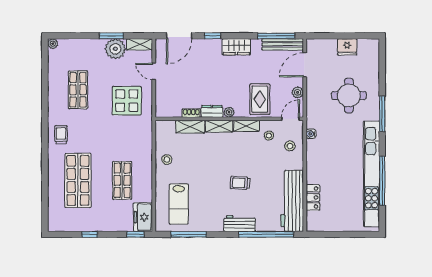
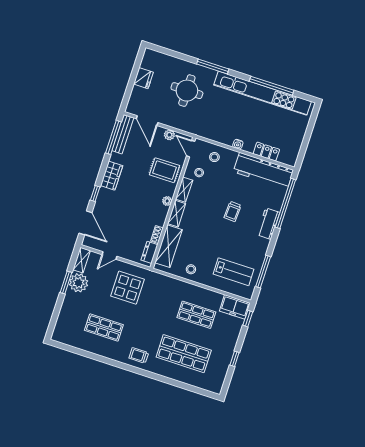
plant: (53, 44) -> (56, 336), removed
dresser: (212, 111) -> (149, 252), moved
shelving: (190, 127) -> (168, 246), width x1.50, depth x1.33
water cooler: (311, 134) -> (238, 144), moved

